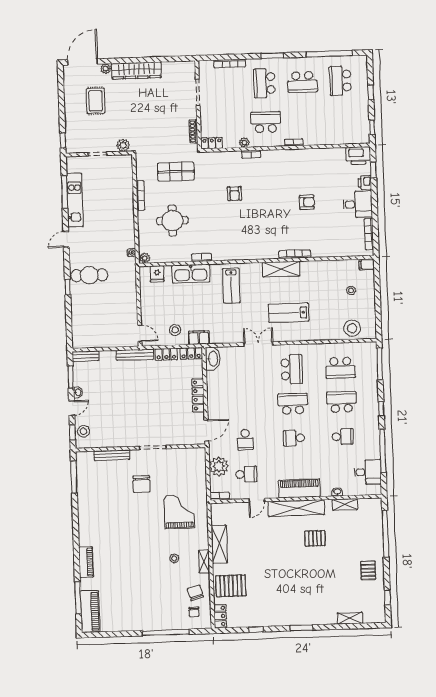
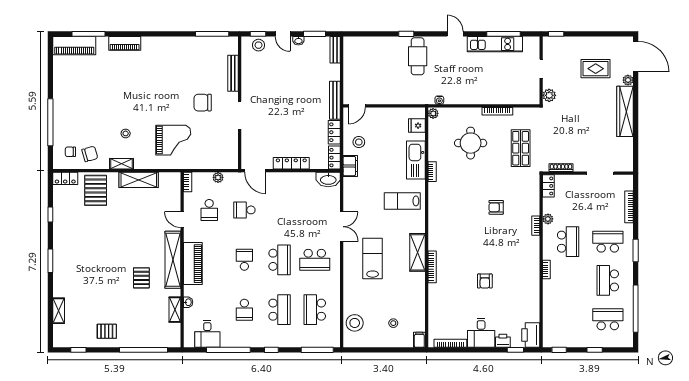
plant: (219, 466) -> (218, 177), width x0.53, depth x0.53

